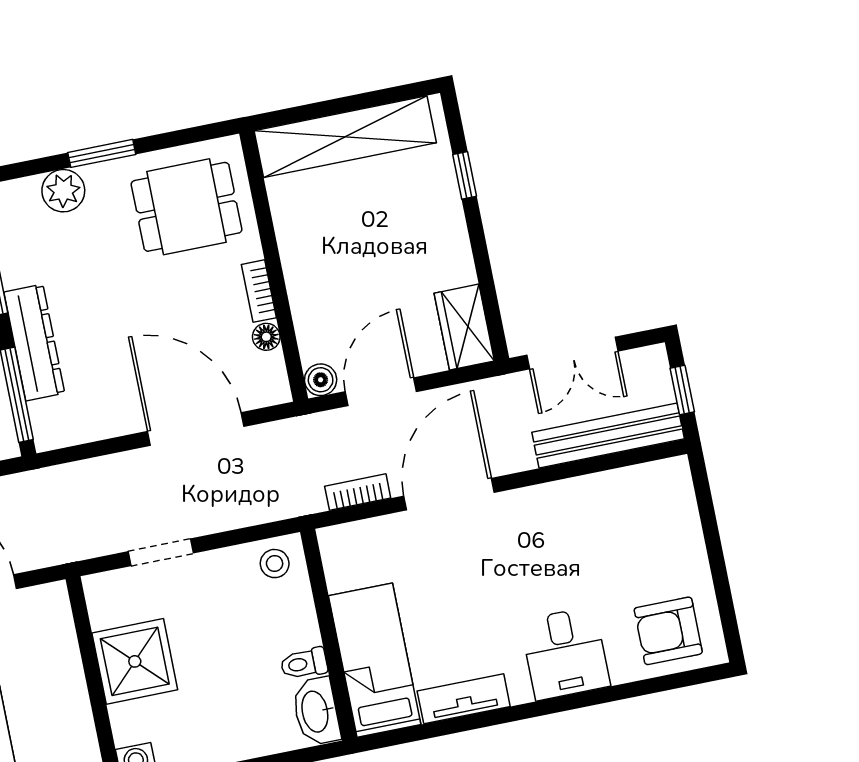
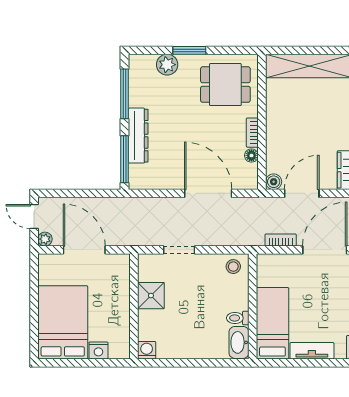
shower: (135, 661) -> (151, 296), width x0.73, depth x0.73

